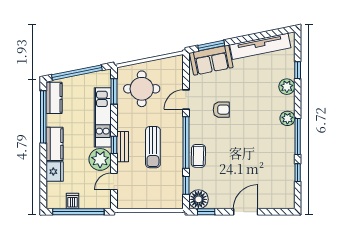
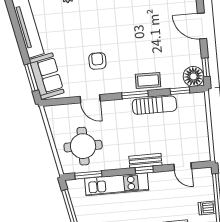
window: (186, 142) -> (135, 95), width x0.47
sun lounger: (153, 147) -> (154, 105), moved
plant: (100, 159) -> (161, 183), removed

